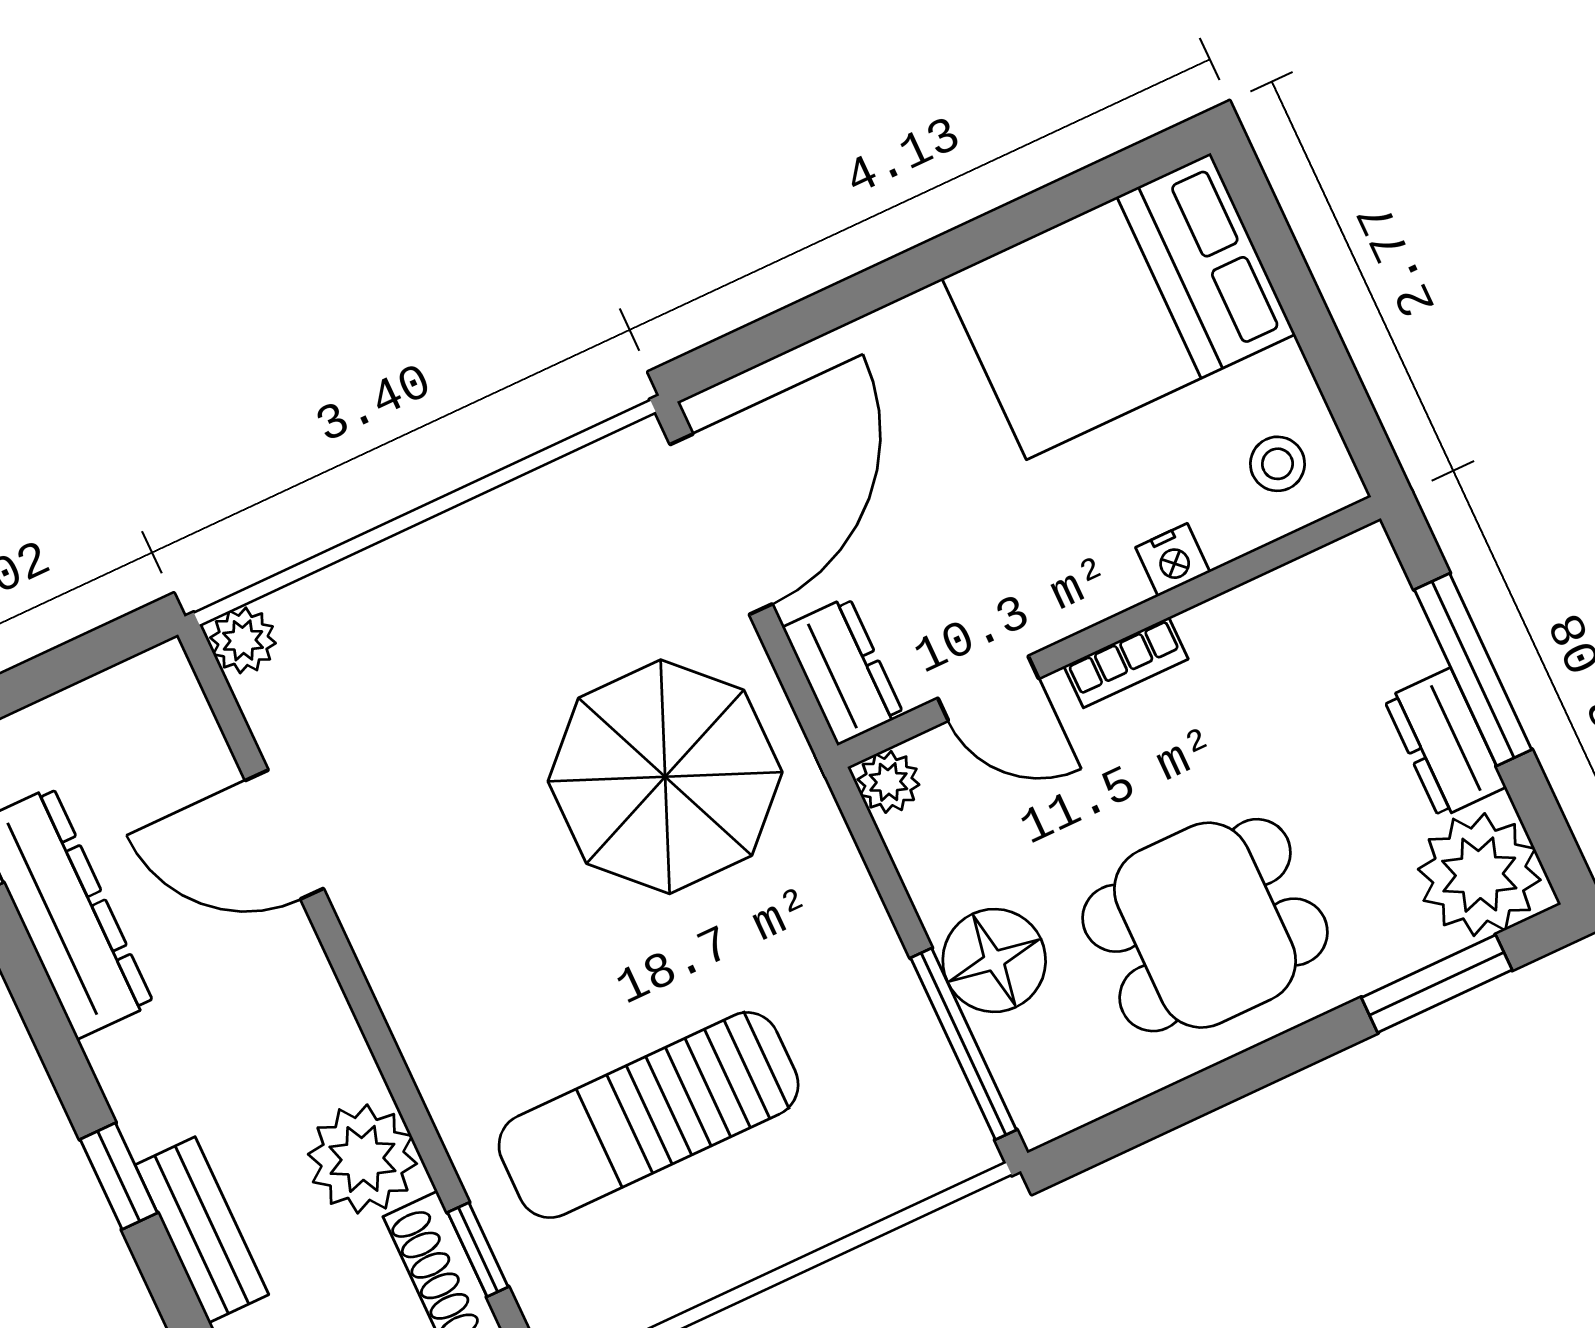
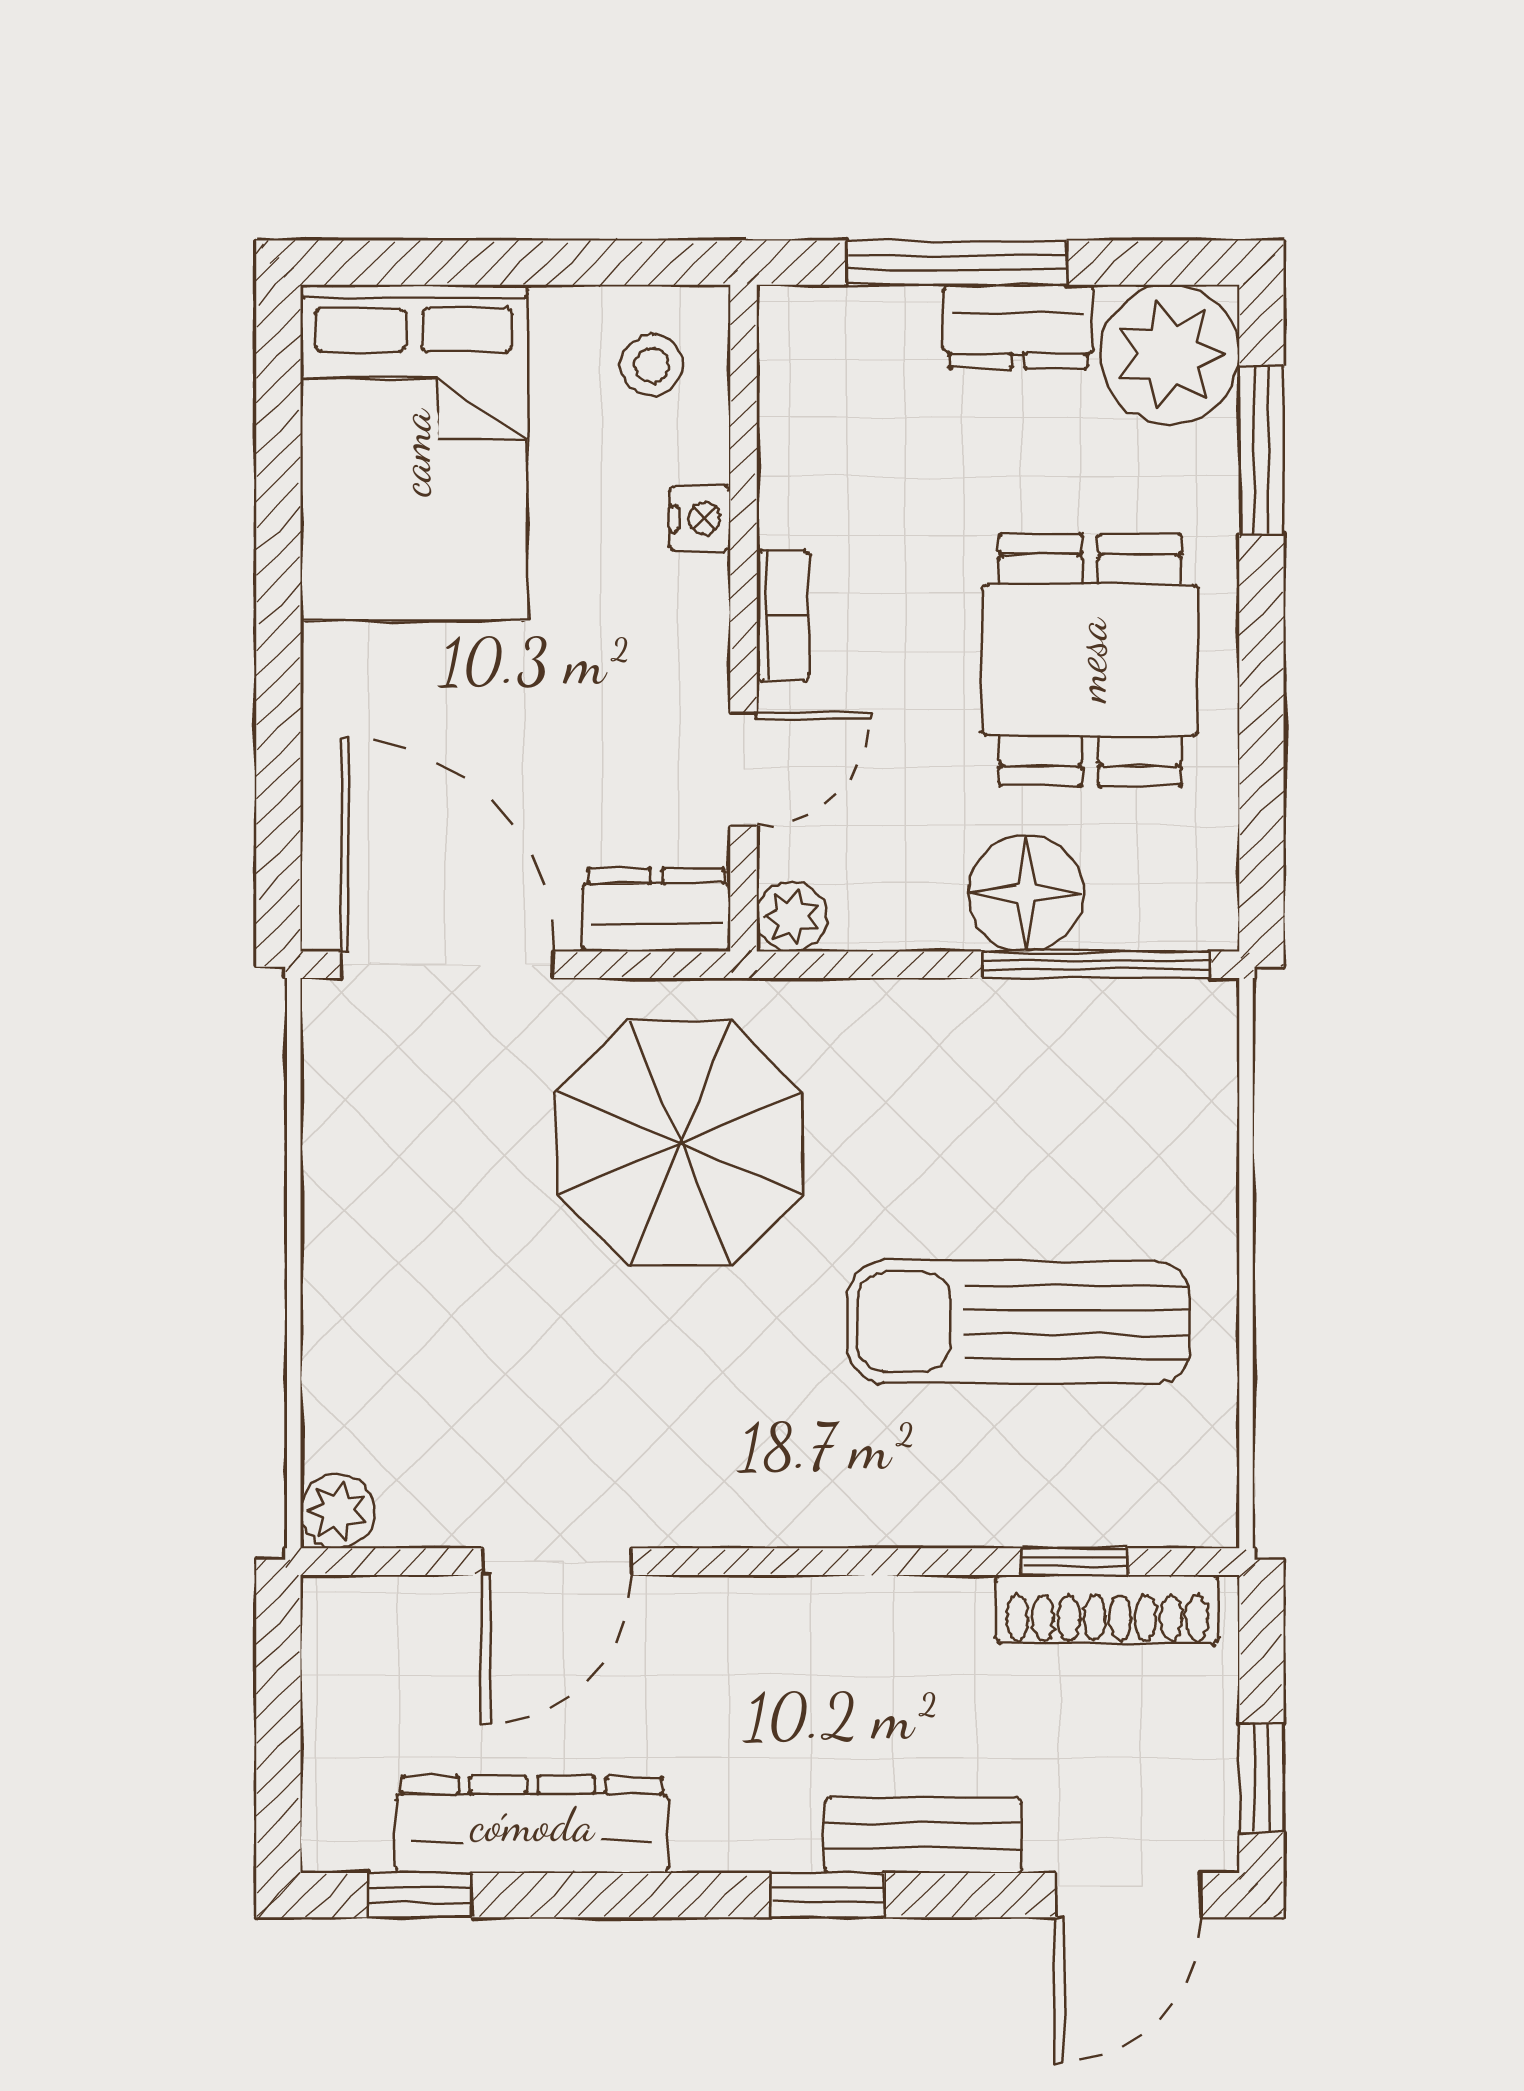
sun lounger: (649, 1115) -> (1019, 1322), turned 90
plant: (362, 1159) -> (927, 1637), removed

